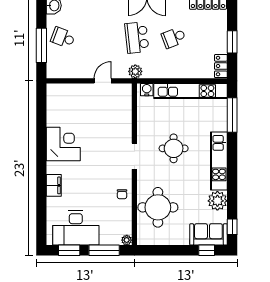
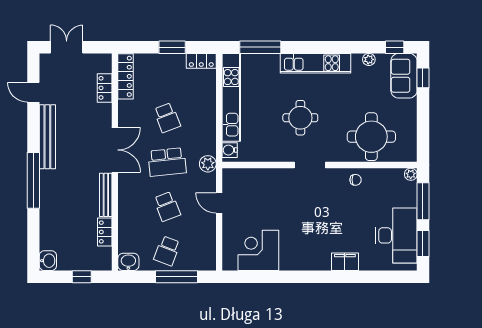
school desk: (100, 38) -> (167, 206), added
corner desk: (63, 144) -> (258, 250), moved
plant: (217, 201) -> (369, 59), width x0.53, depth x0.53

